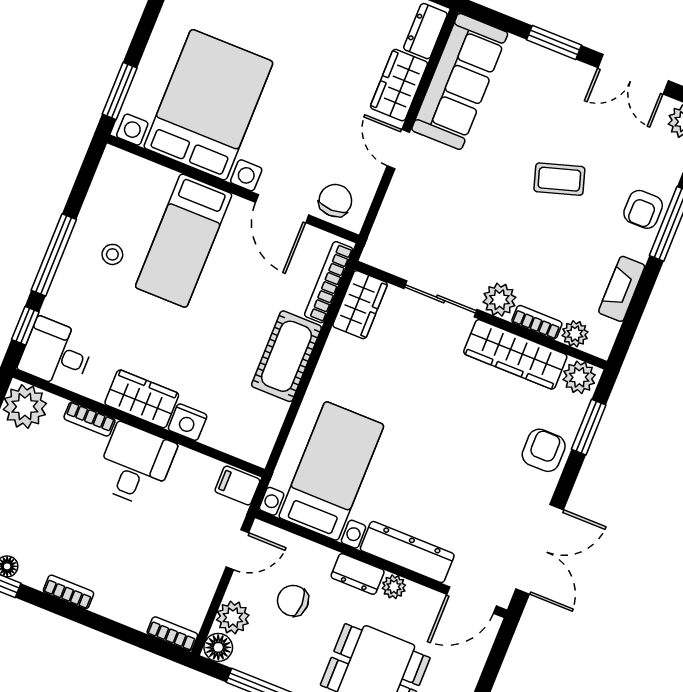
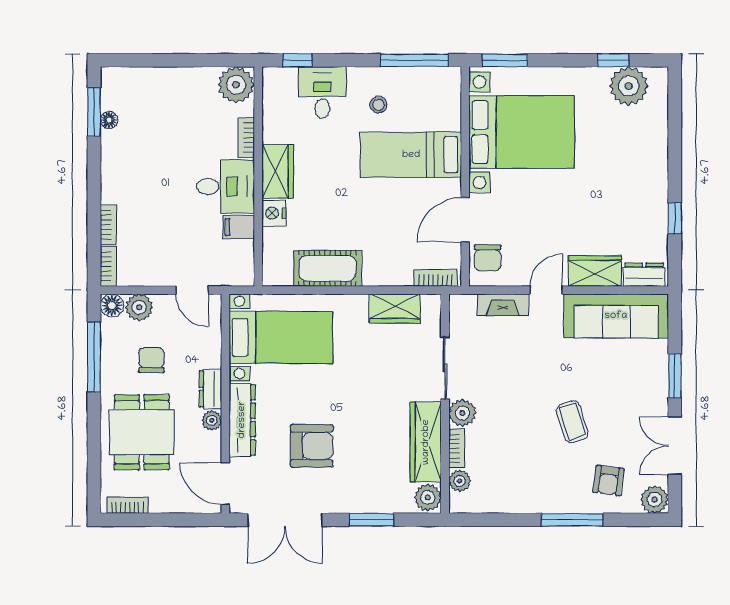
chair: (335, 200) -> (488, 258), turned 90
armchair: (643, 209) -> (608, 480), moved, turned -82
window: (54, 255) -> (415, 60), moved
bookcase: (329, 282) -> (436, 278), width x0.64
fireplace: (622, 289) -> (503, 305), moved, turned 180
wardrobe: (360, 305) -> (395, 308), moved
desk: (56, 354) -> (322, 93), moved
cot: (286, 356) -> (328, 268), moved
window: (589, 427) -> (371, 520), moved
armchair: (544, 450) -> (312, 446), moved, width x1.38, depth x1.38
filing cabinet: (237, 486) -> (239, 227), moved, turned -90
bookcase: (68, 592) -> (108, 225), moved
chair: (293, 601) -> (151, 360), moved

